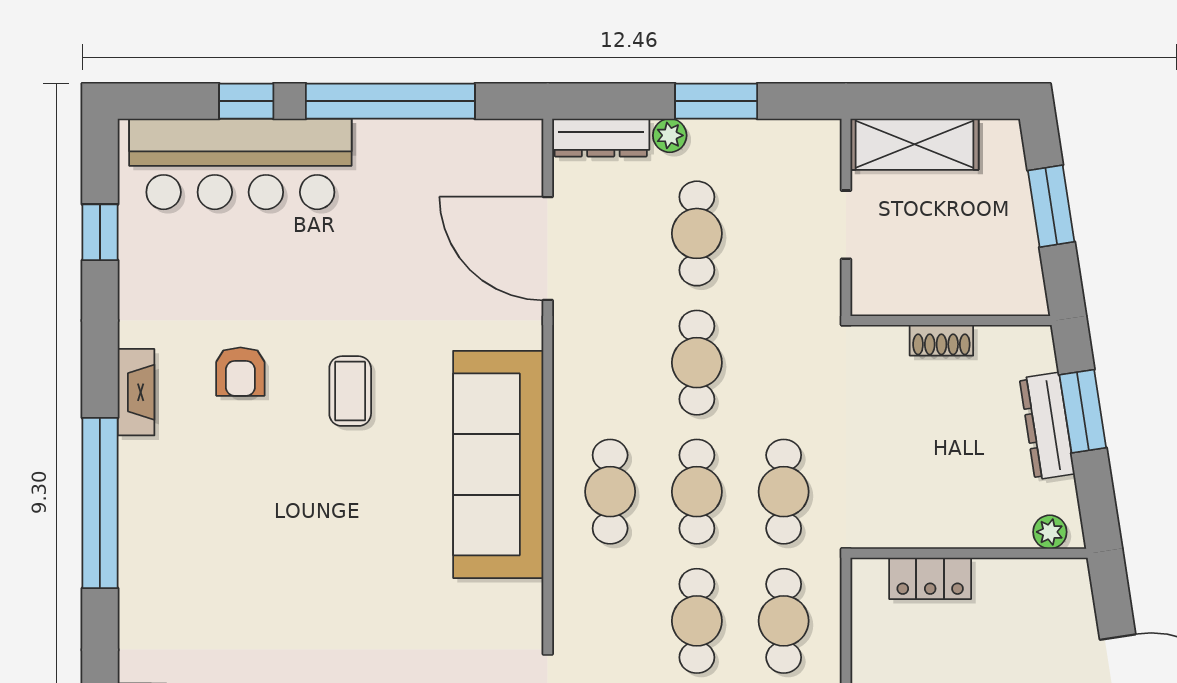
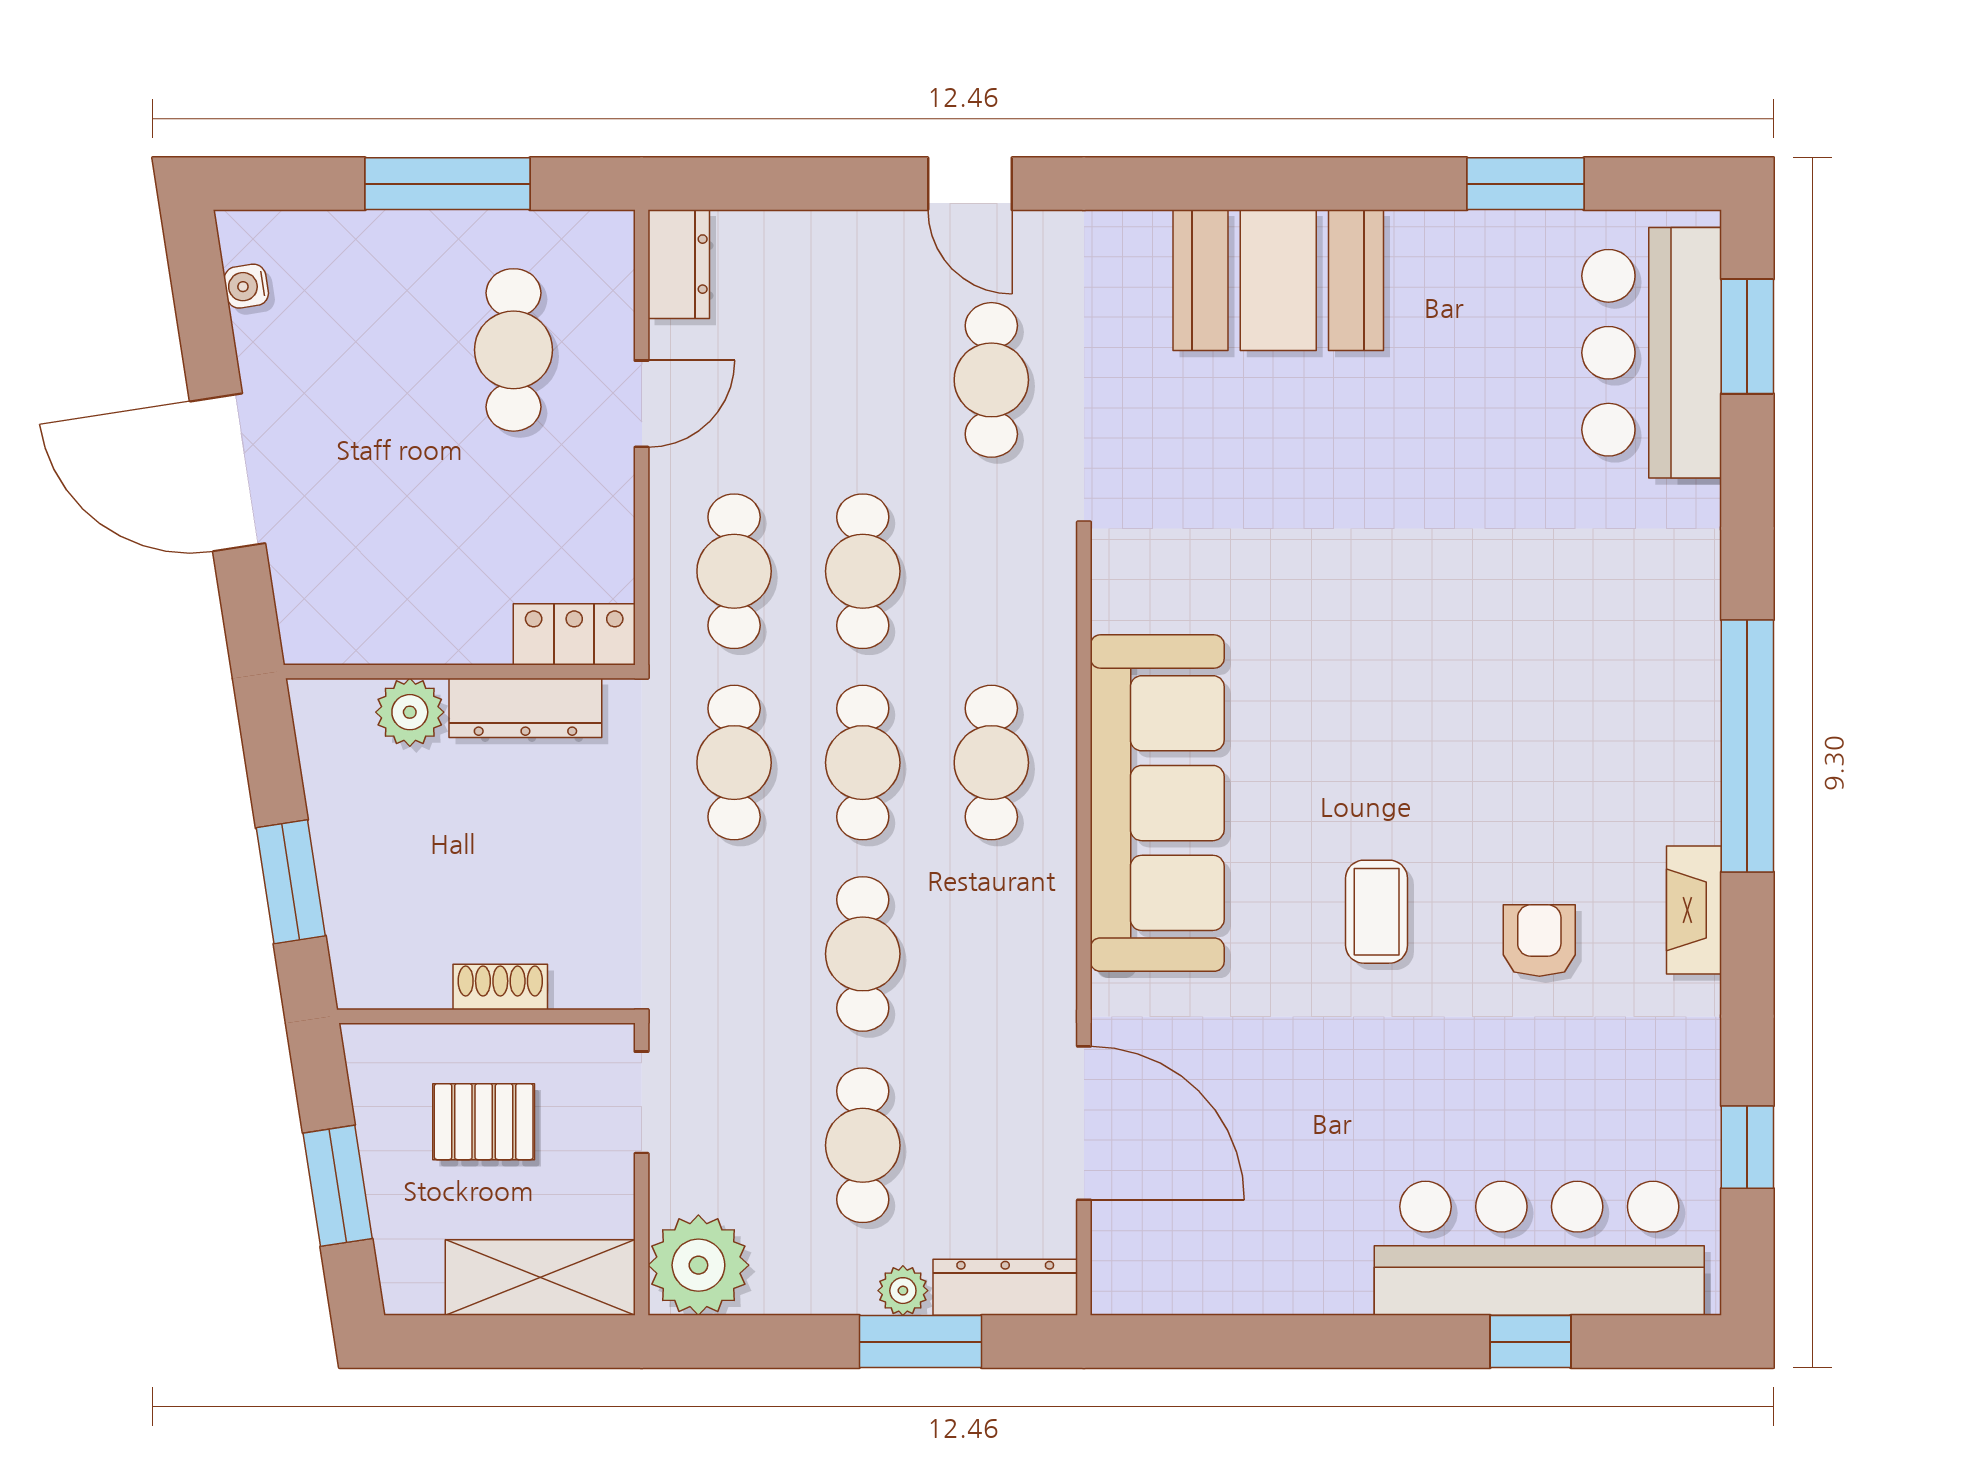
window: (390, 101) -> (1317, 1342), removed
window: (716, 101) -> (920, 1342), moved
plant: (808, 153) -> (698, 1265), added
doorway: (846, 225) -> (642, 1102), moved
pallet: (953, 249) -> (484, 1122), added
dresser: (1047, 426) -> (525, 708), moved, turned 99
plant: (1050, 532) -> (410, 712), moved, width x1.38, depth x1.38
locker: (930, 578) -> (574, 634), moved

